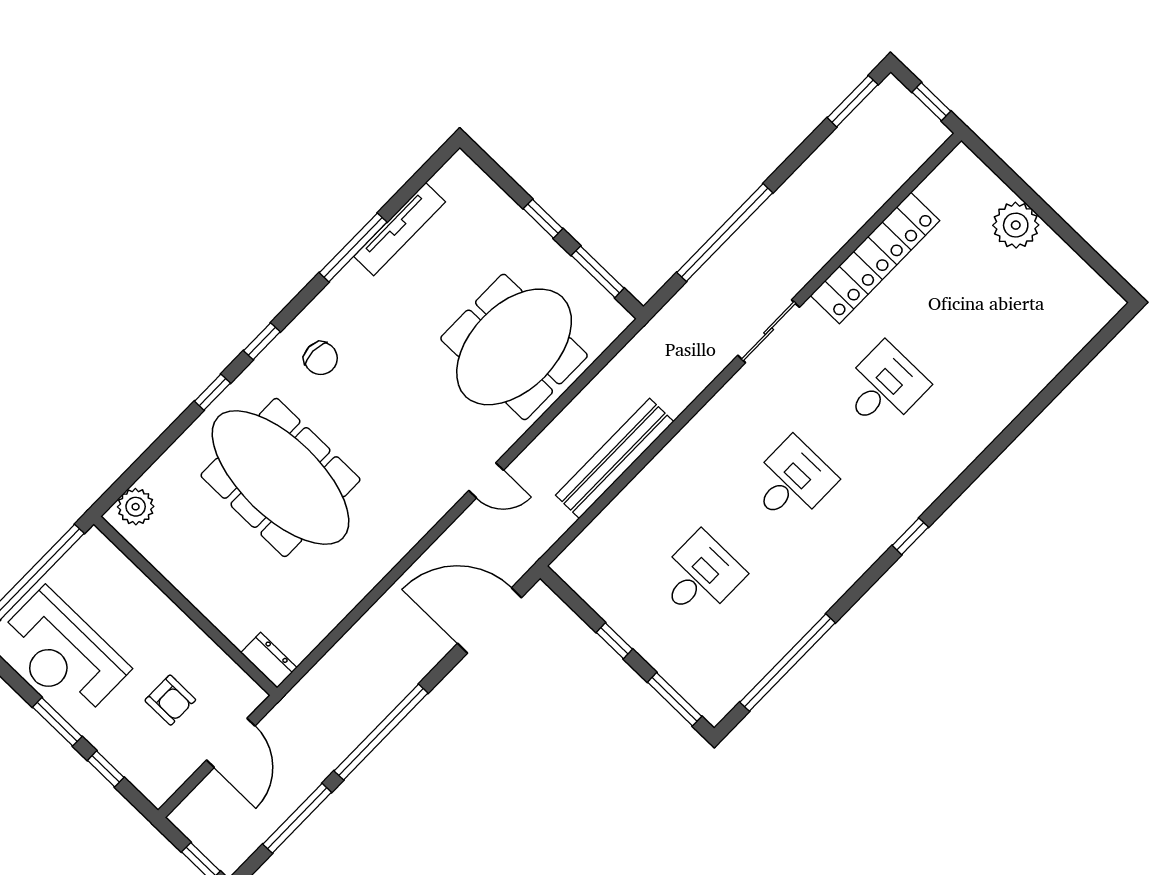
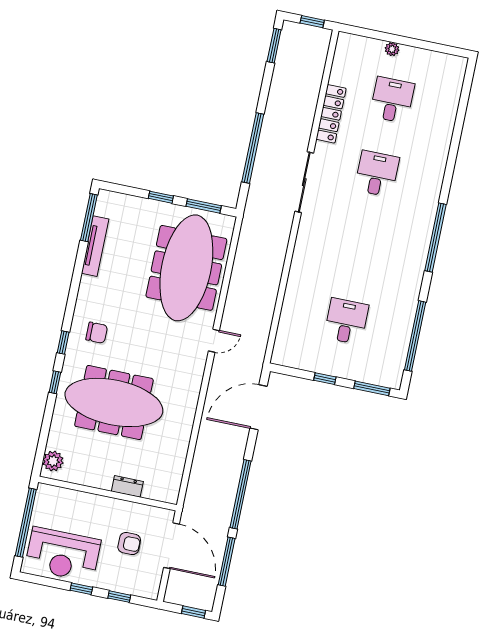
plant: (1016, 225) -> (392, 49), width x0.53, depth x0.53
window: (353, 247) -> (89, 218), moved
locker: (875, 258) -> (331, 114), width x0.71, depth x0.83
sliding door: (769, 331) -> (304, 182), width x1.37
meeting table: (514, 347) -> (186, 268), width x1.36
bench: (615, 458) -> (269, 291), removed
desk: (792, 482) -> (392, 100), moved
window: (910, 536) -> (435, 237), width x3.17
dresser: (269, 660) -> (127, 486), moved
window: (57, 722) -> (81, 589), width x0.67
door: (231, 743) -> (171, 546), width x1.36

